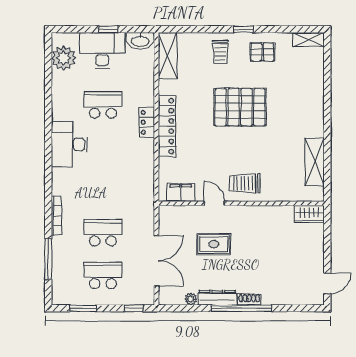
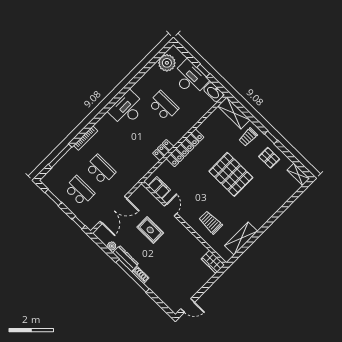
shelving: (168, 56) -> (234, 113), moved, turned 90
locker: (147, 122) -> (163, 150), moved
trolley: (245, 183) -> (211, 222), moved

